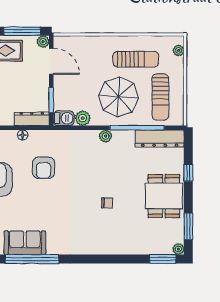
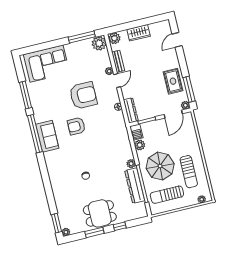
dresser: (160, 139) -> (135, 186), moved
armchair: (44, 168) -> (76, 126), moved
window: (188, 226) -> (94, 232), moved
sofa: (25, 243) -> (47, 136), moved

